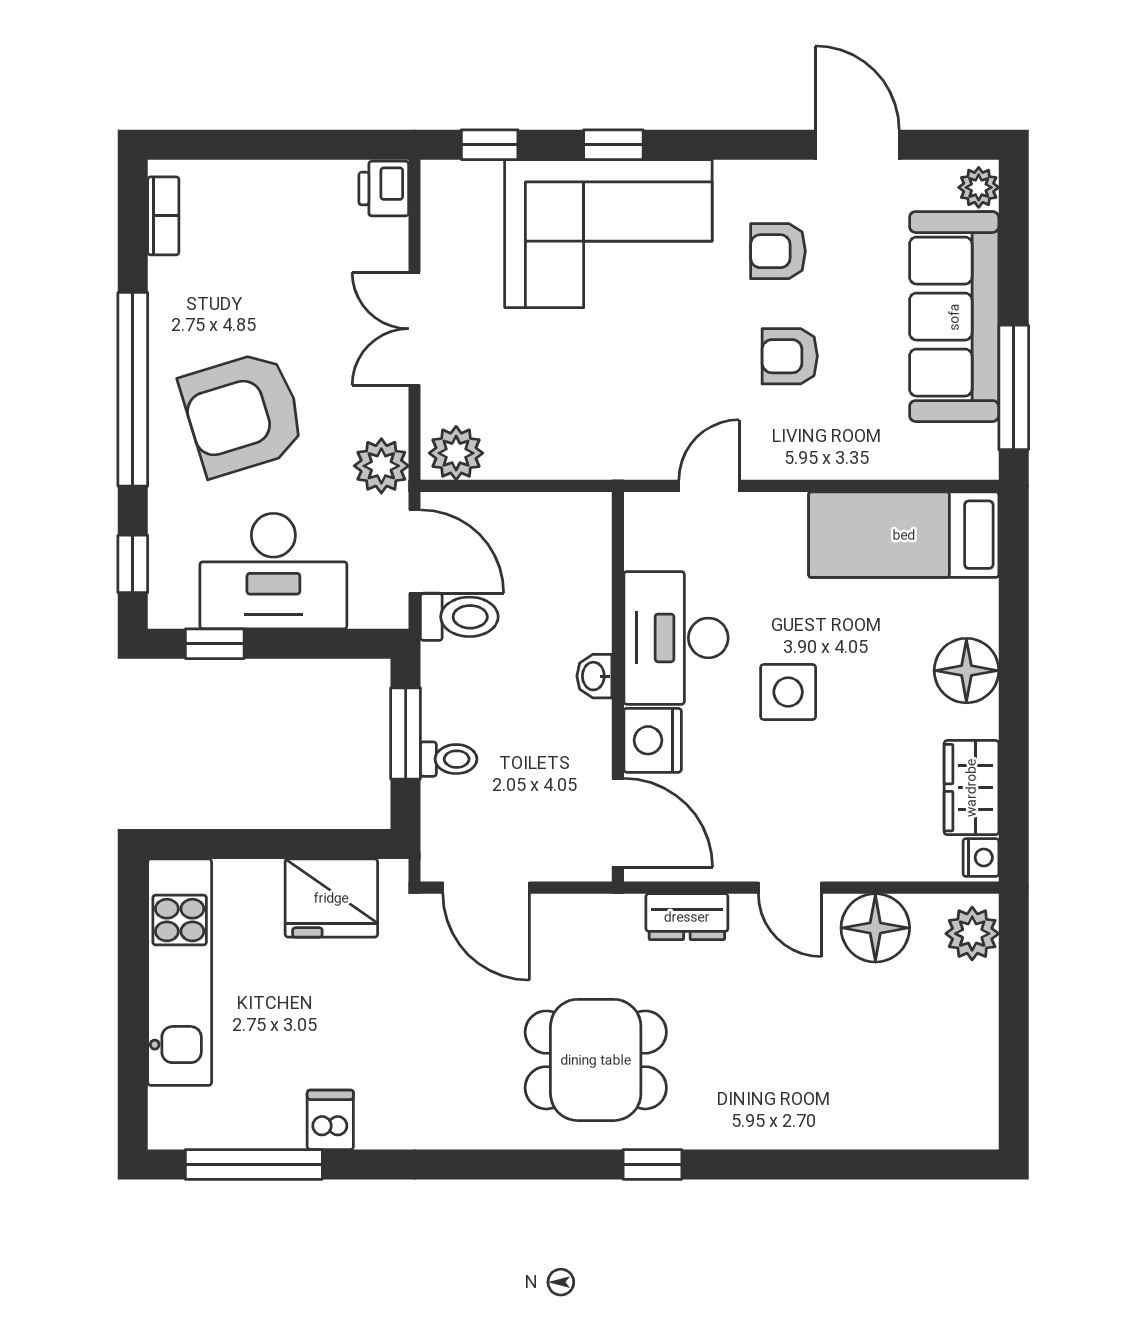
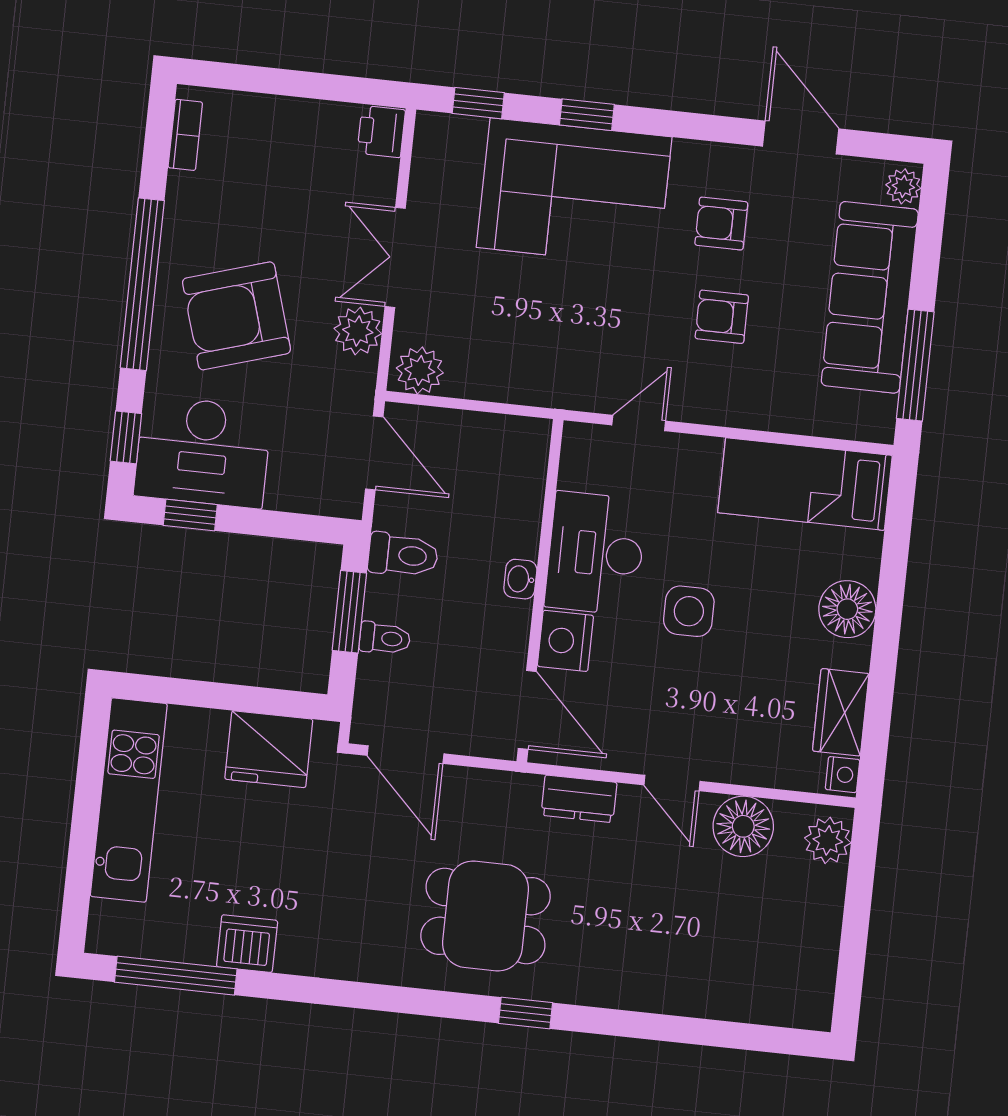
plant: (381, 466) -> (358, 331), moved
desk: (273, 571) -> (203, 452), moved
toilet: (459, 617) -> (403, 555), moved
dishwasher: (330, 1120) -> (247, 944), width x1.38

